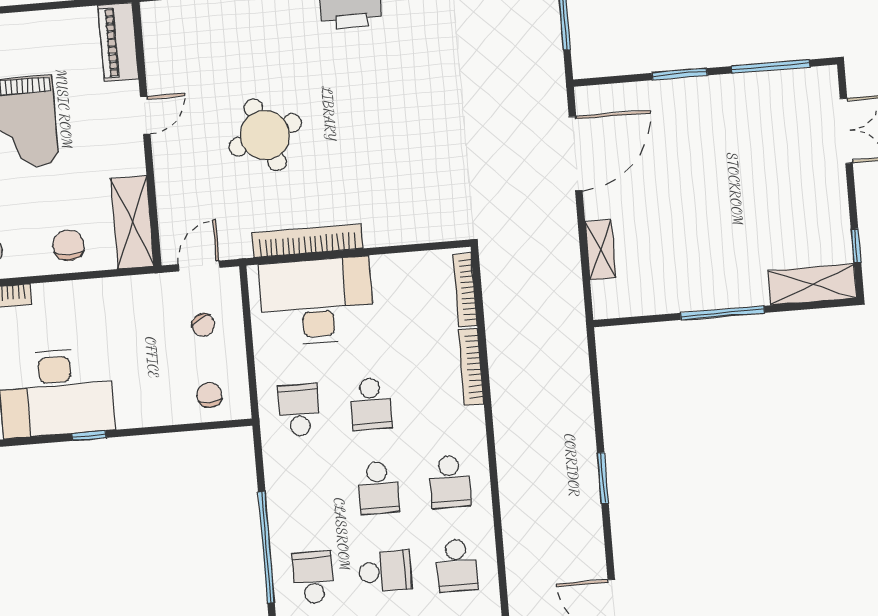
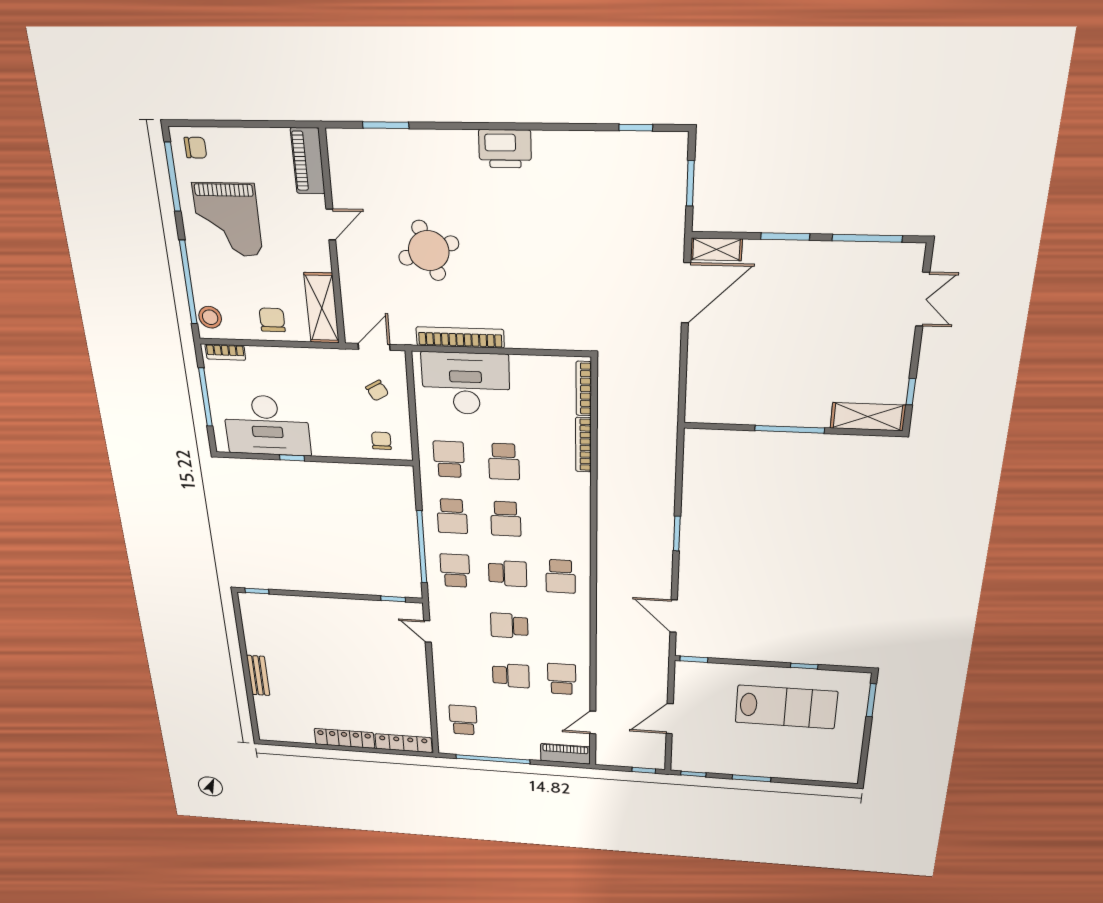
shelving: (600, 250) -> (716, 249), moved, turned 90
school desk: (450, 482) -> (452, 516), moved

